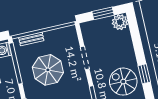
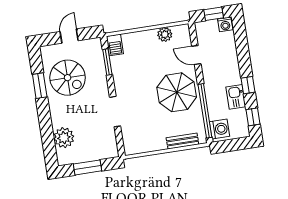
plant: (120, 22) -> (64, 138), moved
parasol: (48, 70) -> (177, 92), moved

